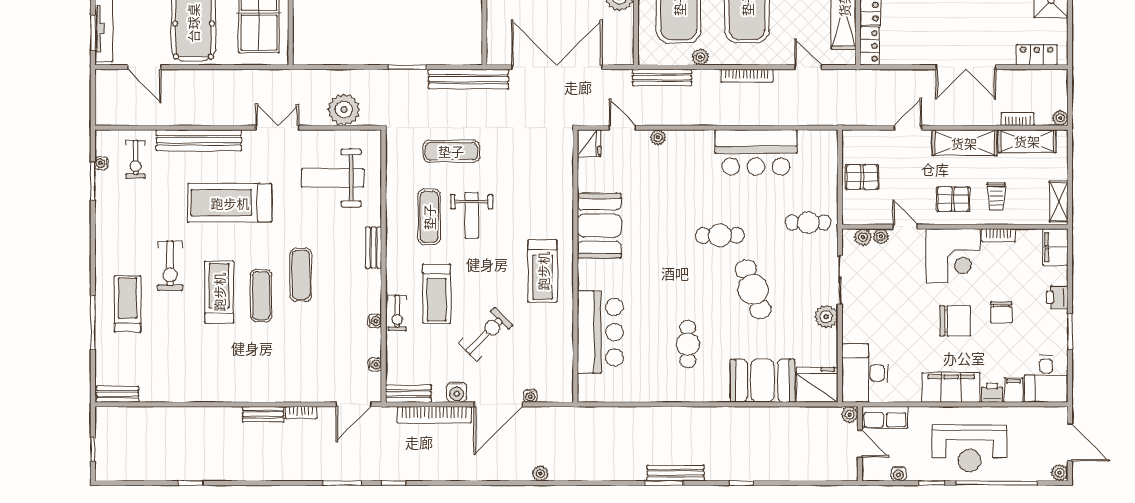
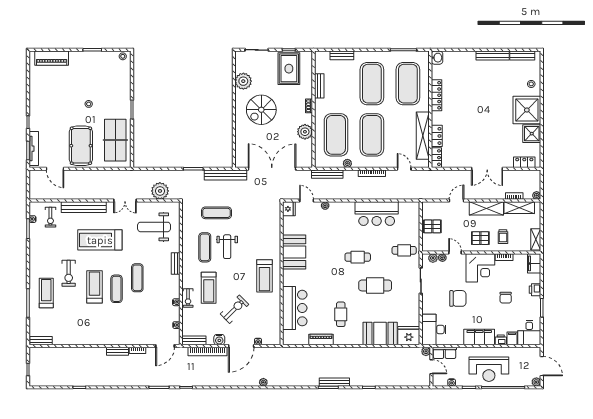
double door: (277, 128) -> (125, 201), swing flipped
cafe table: (753, 289) -> (375, 285), turned -70
plant: (826, 317) -> (414, 300), removed
chair: (955, 321) -> (458, 298), moved
piano: (650, 392) -> (321, 339), added

